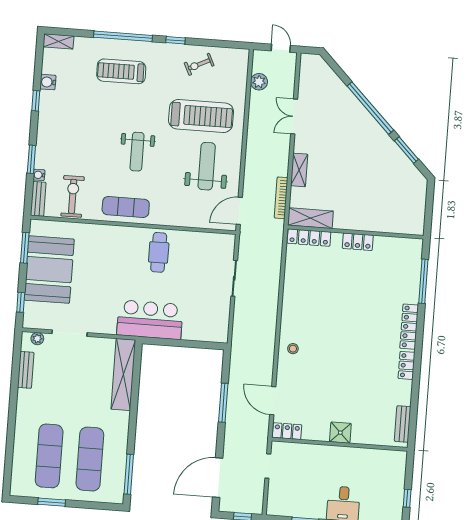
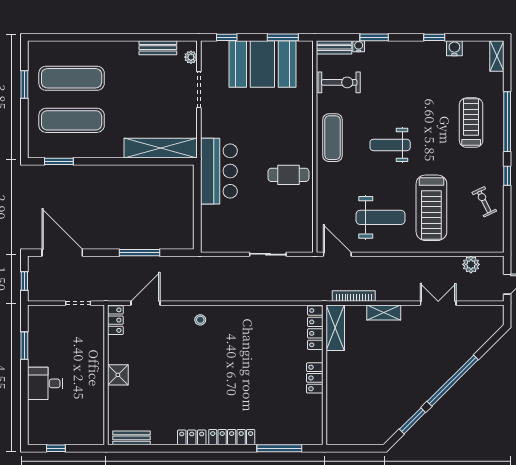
window: (129, 474) -> (59, 161), width x0.69

